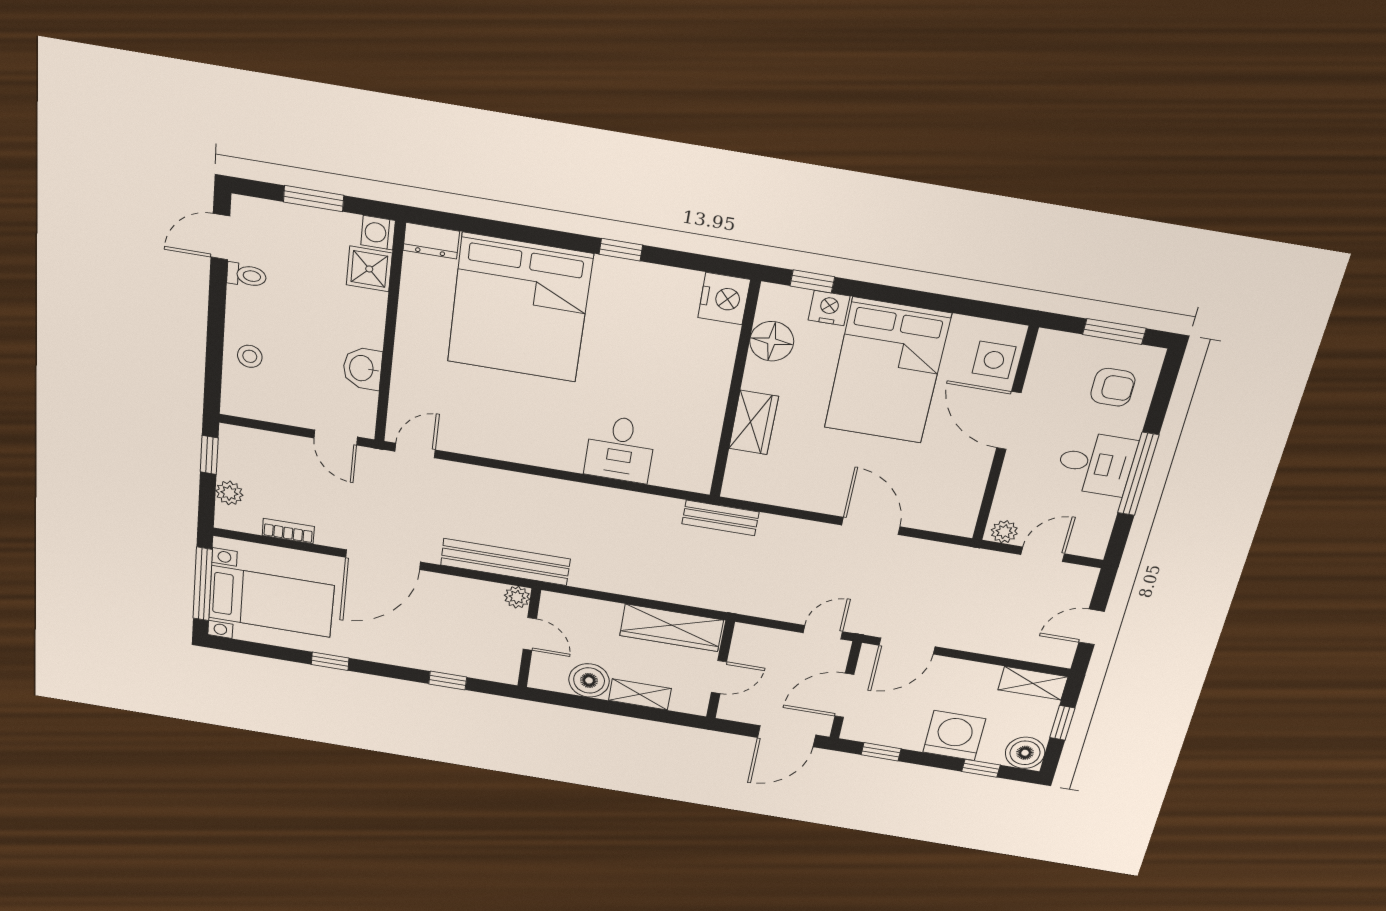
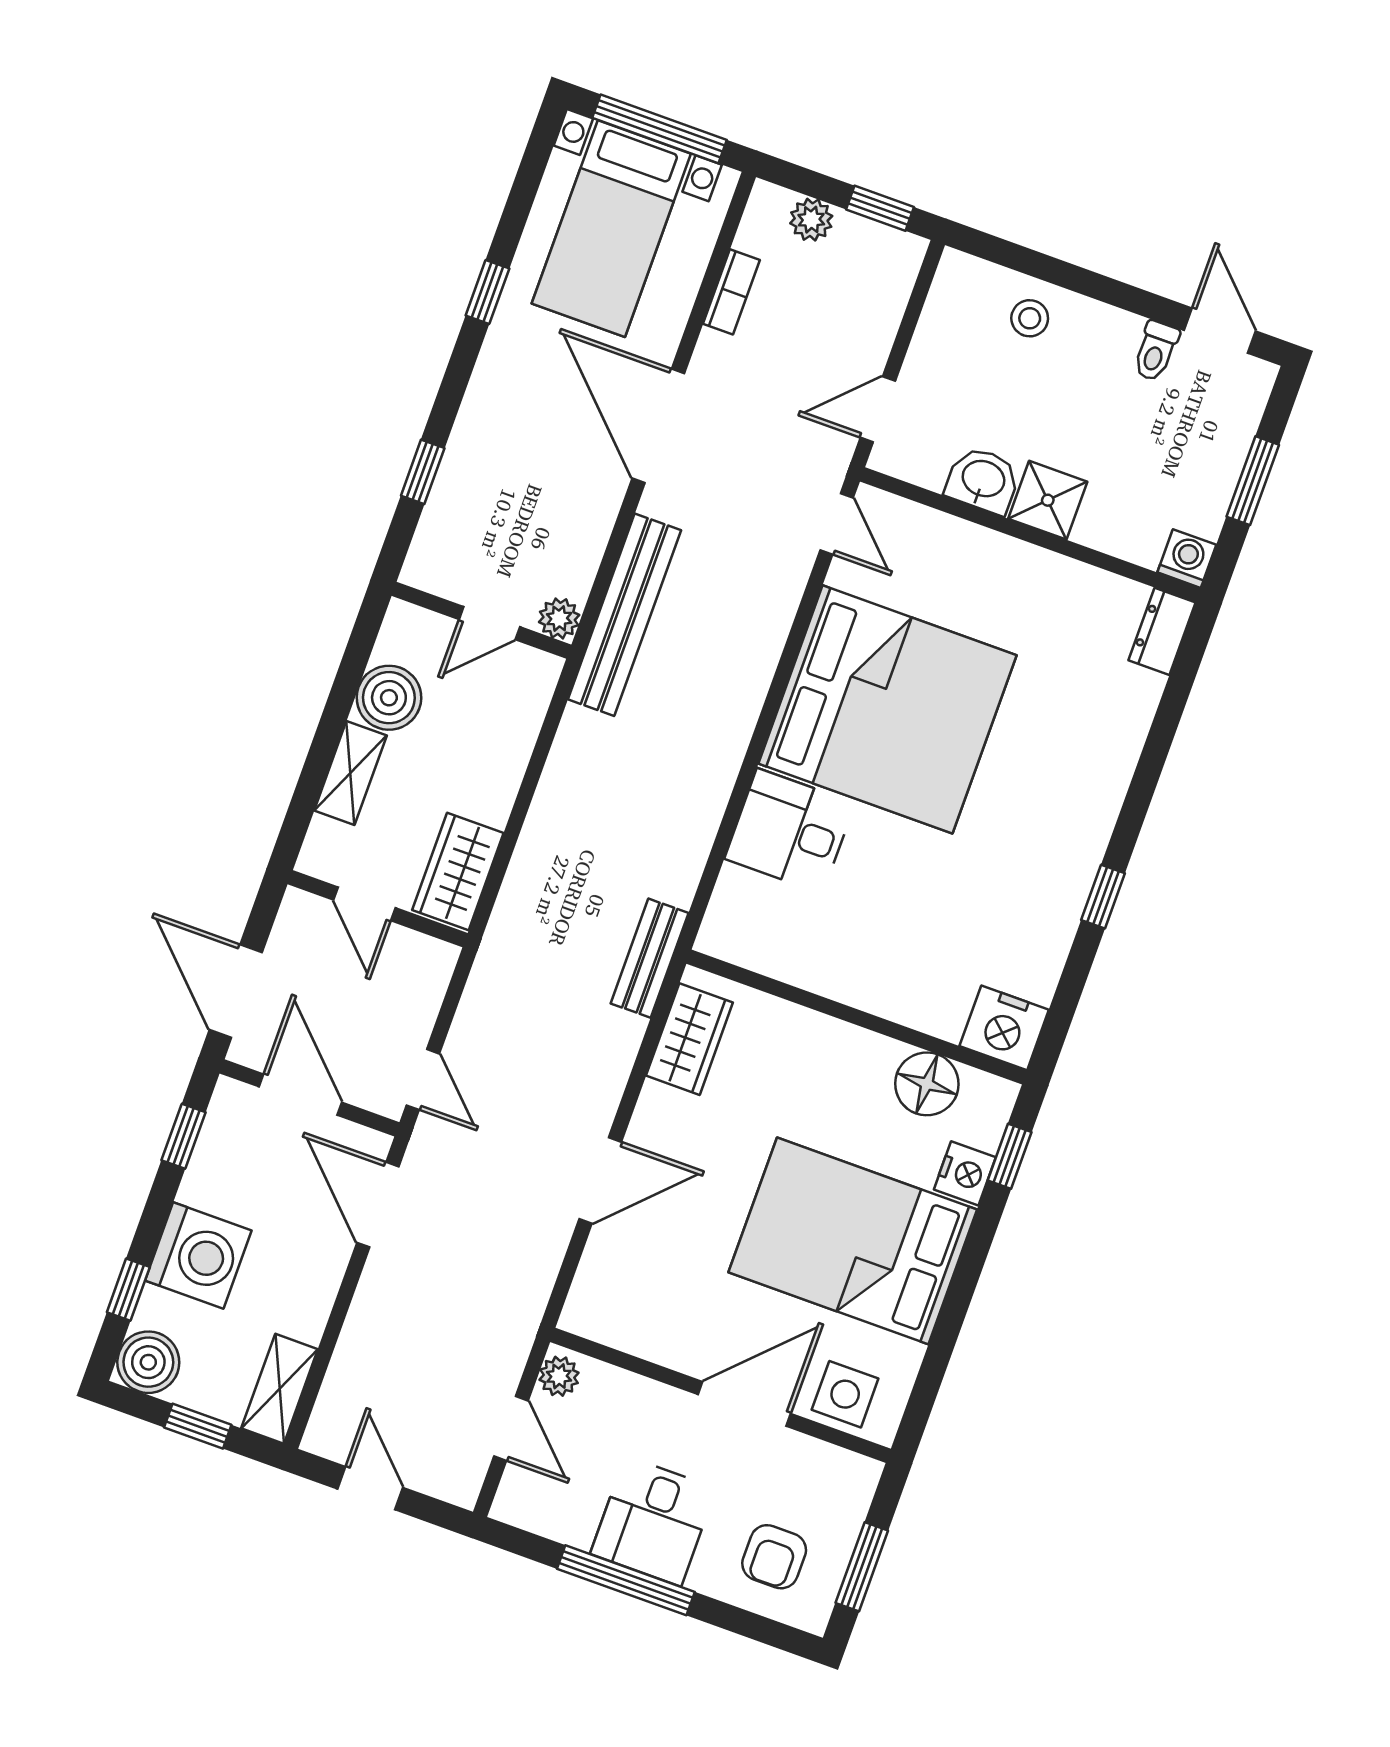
shower: (369, 269) -> (1048, 500), moved
bed: (520, 308) -> (887, 709), moved, turned 180
wardrobe: (754, 422) -> (689, 1039), moved, turned -90
wardrobe: (672, 628) -> (458, 871), width x0.67

